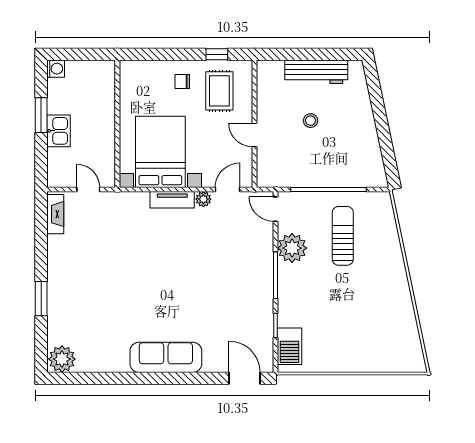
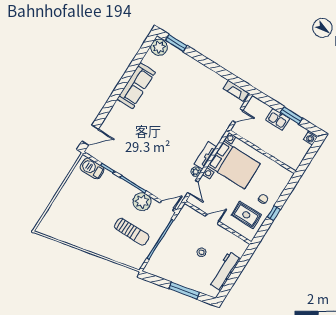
window: (217, 54) -> (274, 213), moved
window: (379, 111) -> (184, 291), added
window: (41, 299) -> (176, 43), moved
sofa: (166, 357) -> (136, 86), moved

